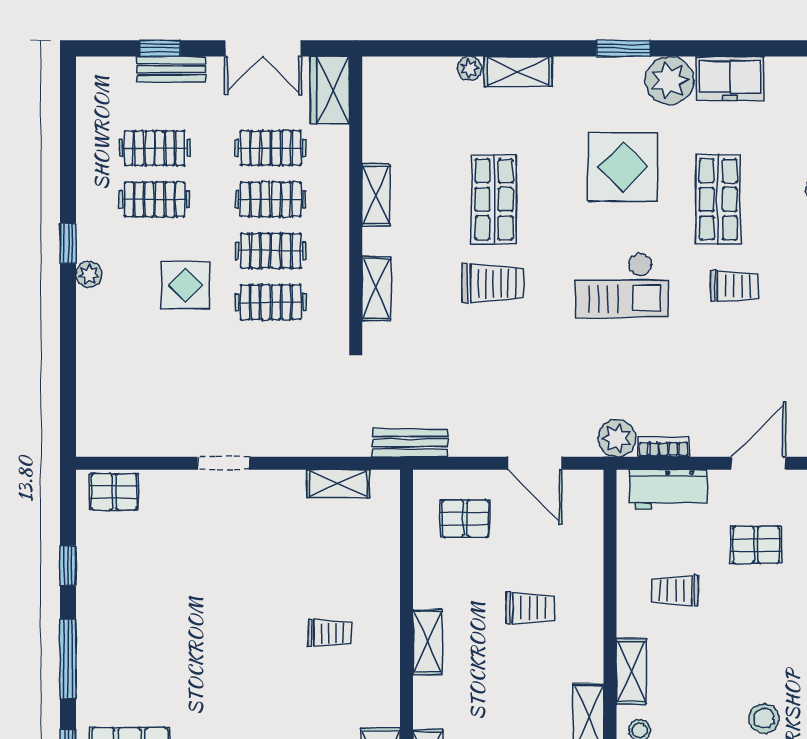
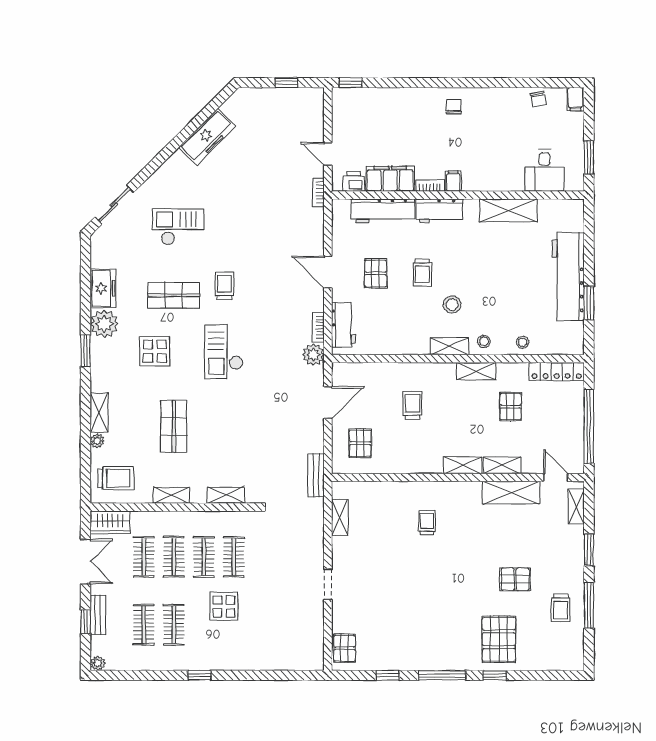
display table: (623, 167) -> (155, 351), width x0.73, depth x0.73
shop shelf: (494, 199) -> (174, 426), turned 90
plant: (89, 275) -> (98, 663), moved
trolley: (493, 283) -> (116, 478), moved, turned 90
checkout: (622, 285) -> (224, 352), turned 180
trolley: (675, 590) -> (422, 272), moved
shelving: (428, 642) -> (463, 465), moved
stool: (764, 718) -> (452, 305), moved

